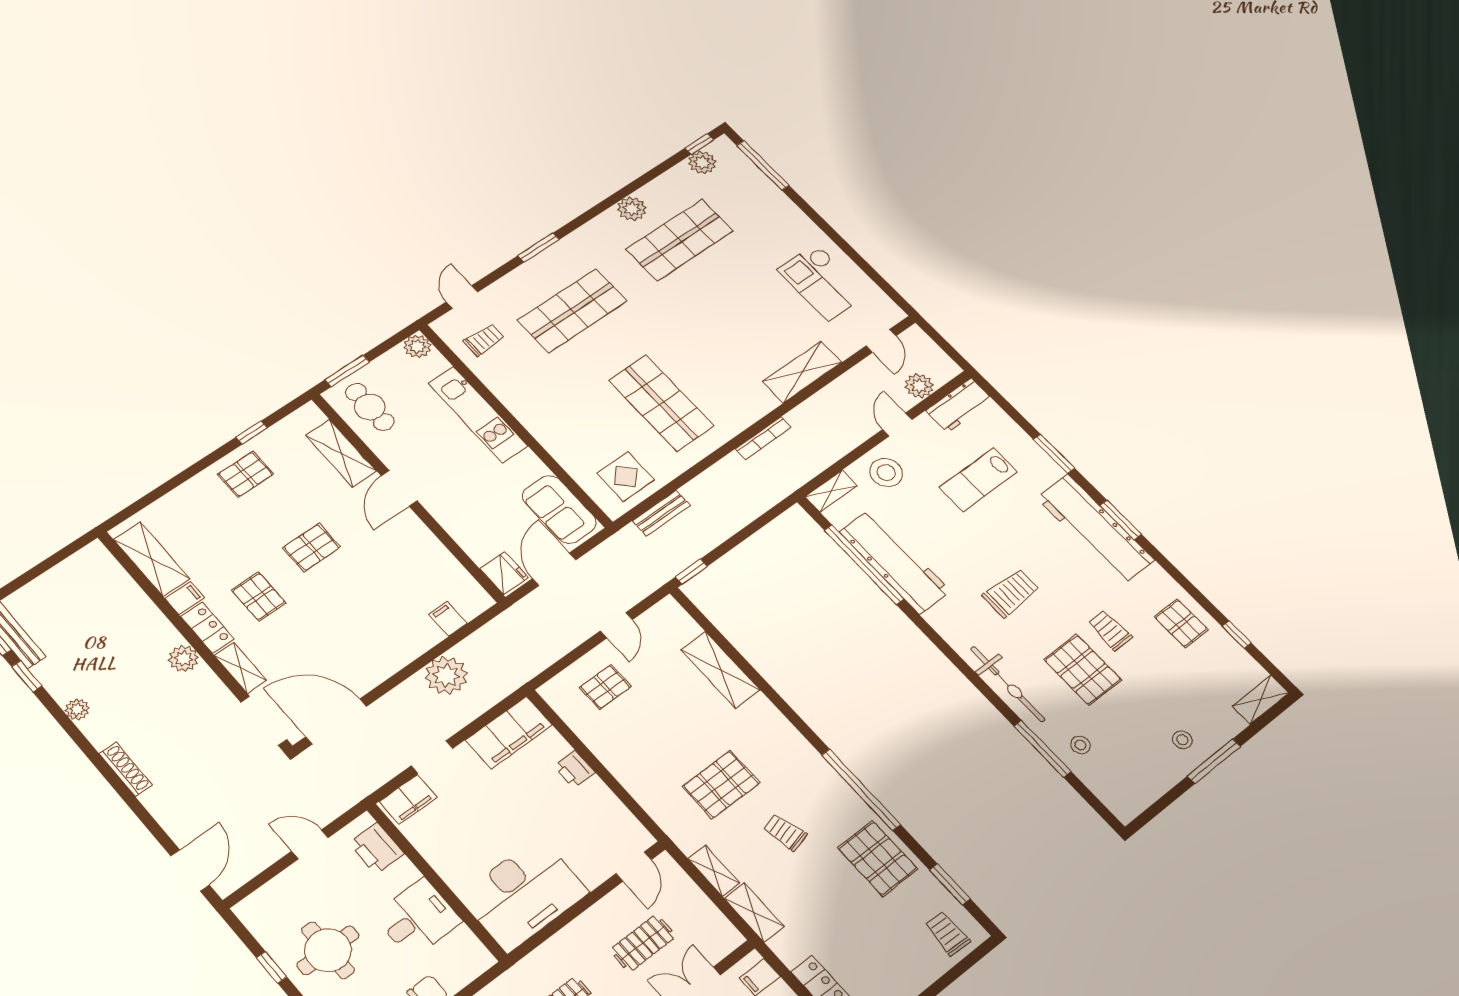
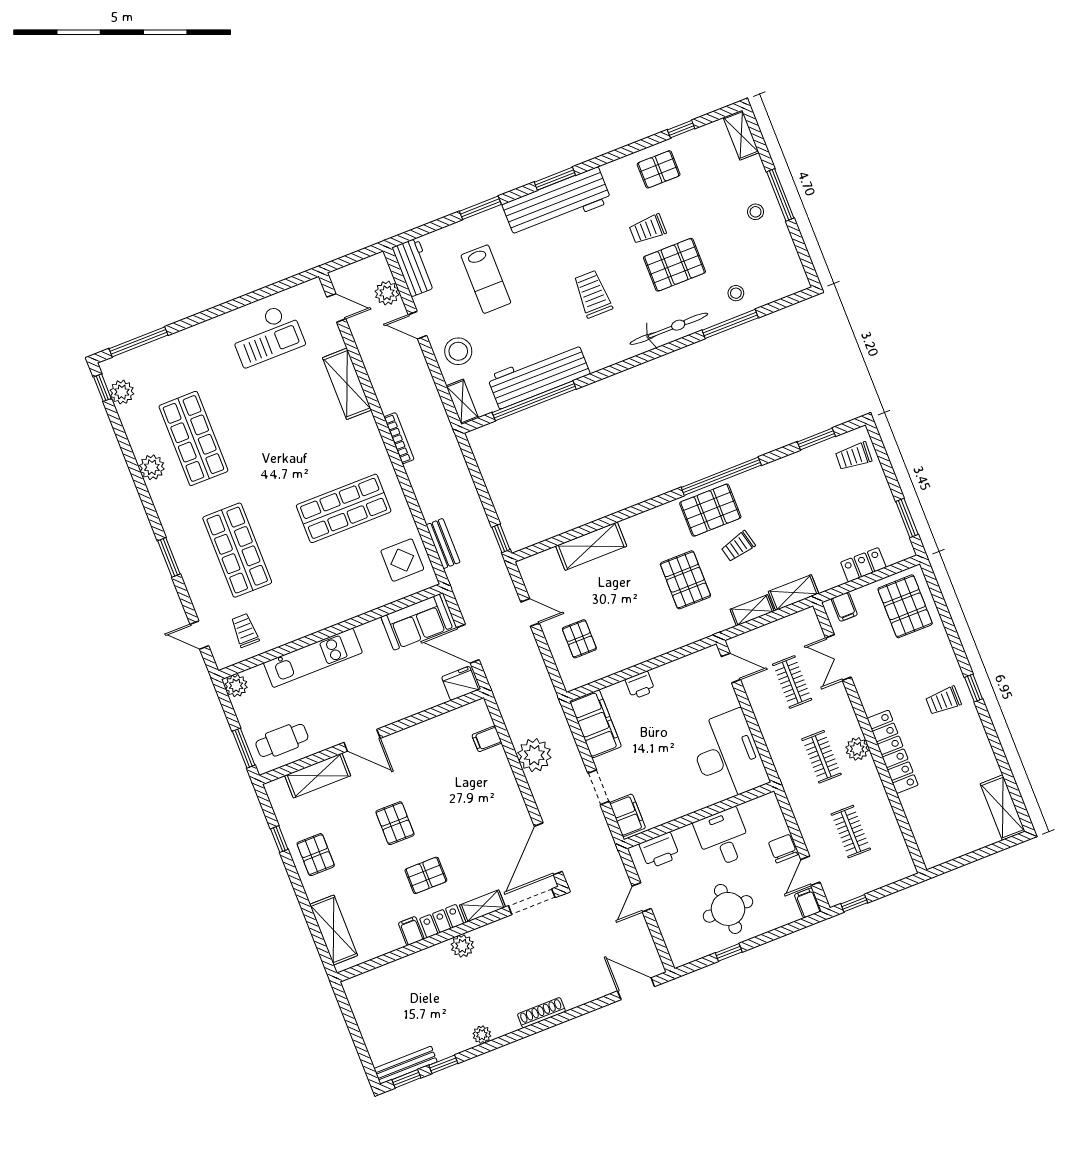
shelving: (152, 559) -> (334, 930), moved, turned 90
pallet: (878, 858) -> (710, 510), moved

